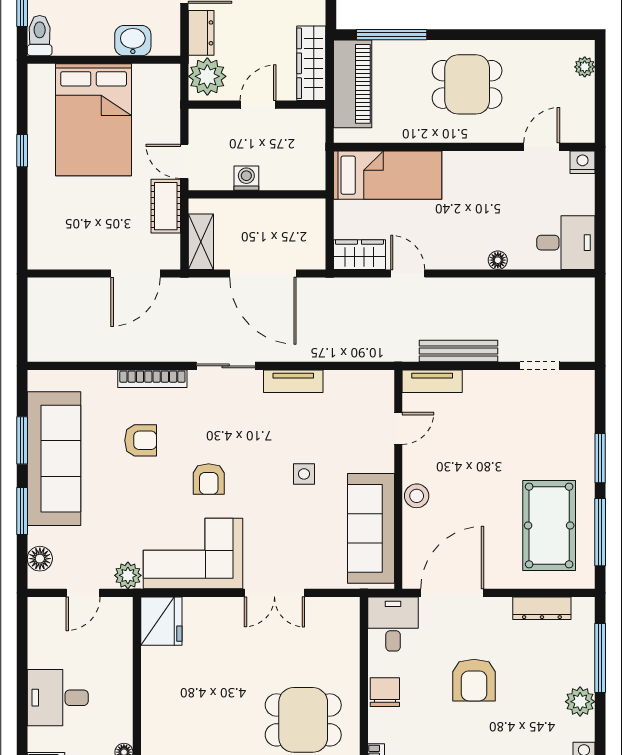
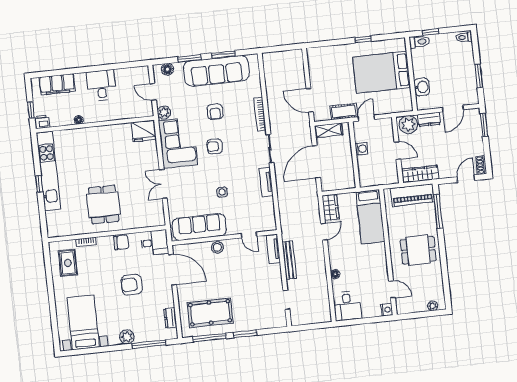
dining table: (467, 84) -> (418, 250), turned 90
armchair: (141, 440) -> (215, 112), moved
dresser: (542, 608) -> (170, 318), width x0.70

